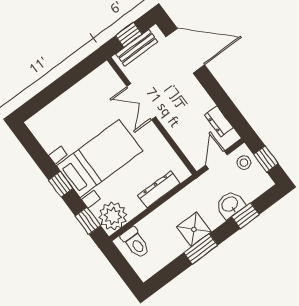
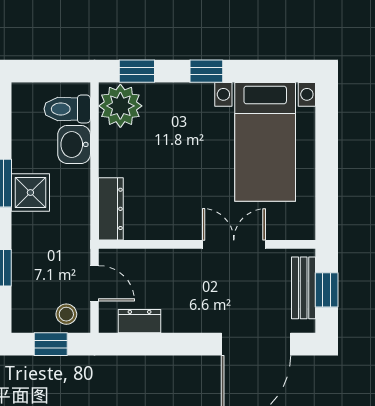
bed with nightstands: (100, 158) -> (265, 142), moved
dresser: (159, 189) -> (111, 209), moved
washbasin: (230, 205) -> (74, 144), moved, turned 180

